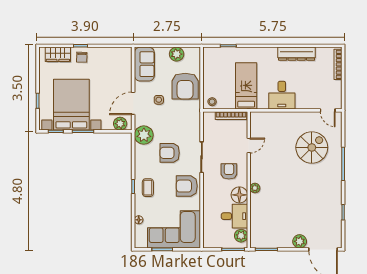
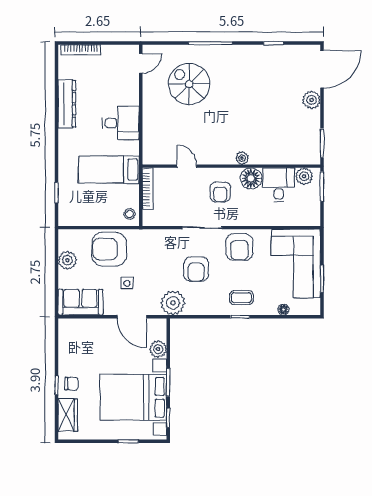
armchair: (185, 86) -> (109, 249), turned 180
plant: (120, 124) -> (158, 349), moved
armchair: (229, 171) -> (220, 192), turned -90

